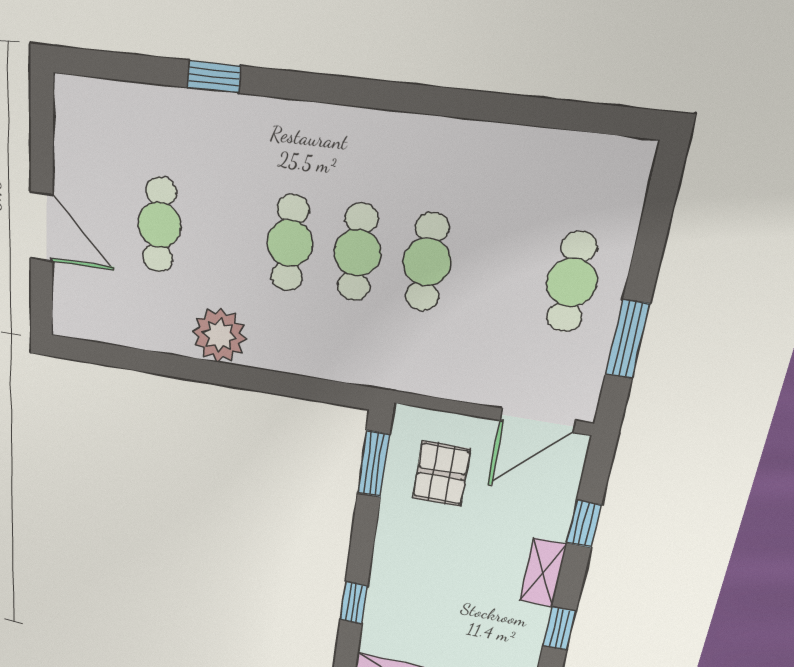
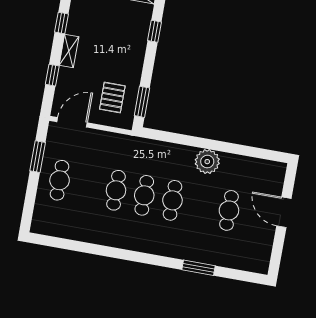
window: (214, 77) -> (198, 268), width x1.50

